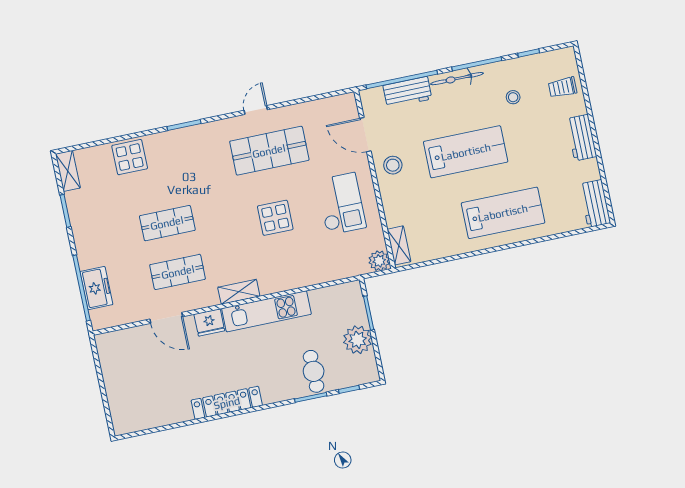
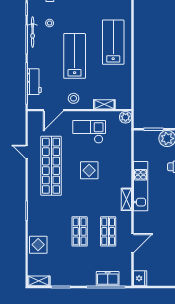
bicycle: (457, 79) -> (33, 32), moved
door: (256, 110) -> (27, 152), moved
shop shelf: (269, 151) -> (51, 166), width x1.40
shelving: (399, 245) -> (104, 104), moved
fridge: (209, 322) -> (140, 278), moved

